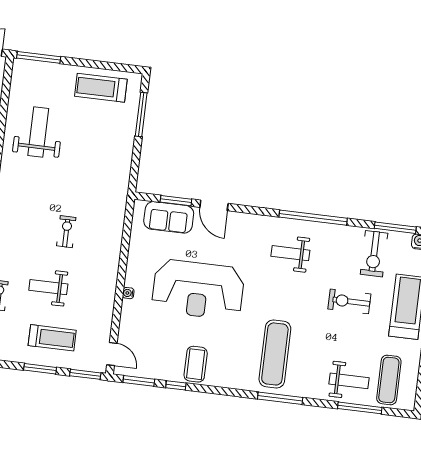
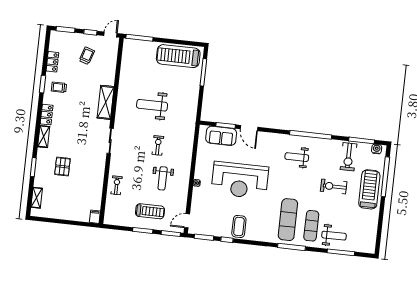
treadmill: (101, 88) -> (178, 56), width x1.37, depth x1.38
weight bench: (38, 132) -> (152, 105), moved, turned -90
weight bench: (48, 287) -> (163, 178), moved, turned -90
door: (112, 354) -> (187, 221), swing flipped
exercise mat: (389, 380) -> (311, 226), moved

